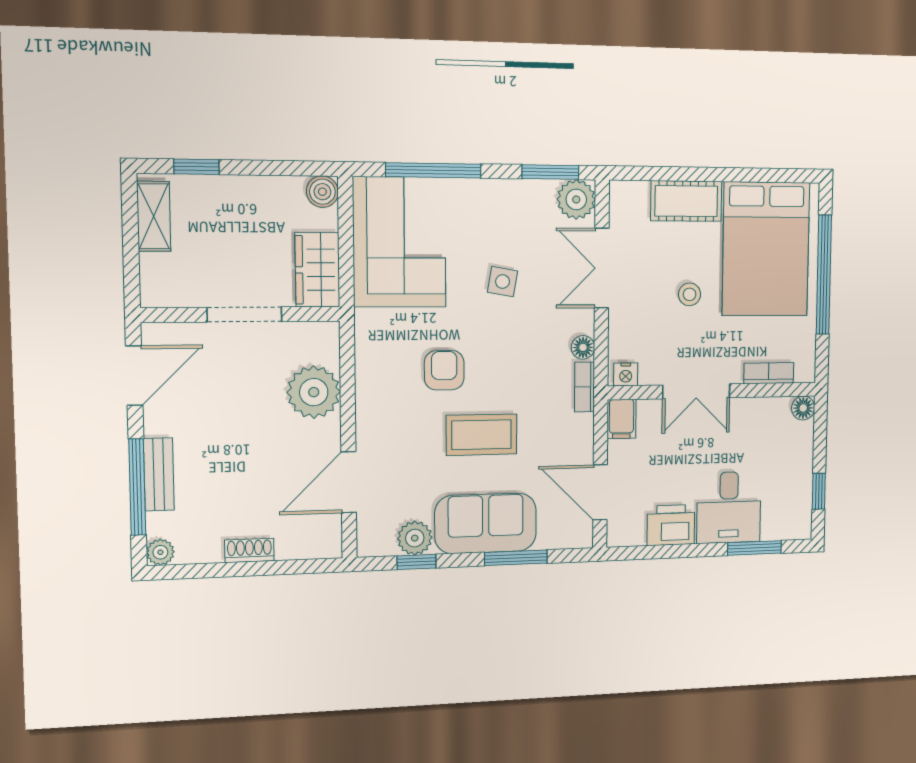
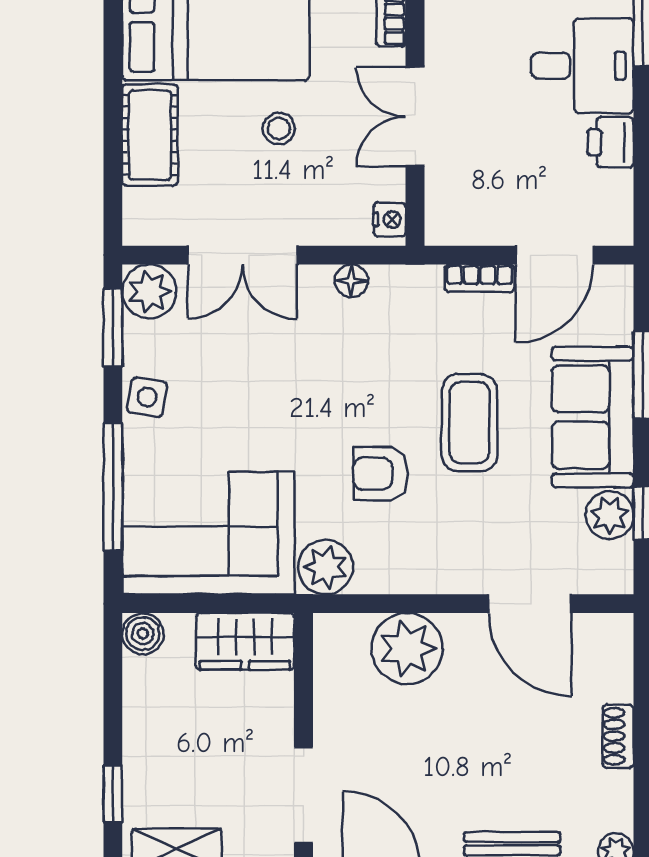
side table: (503, 282) -> (147, 397), moved
doorway: (245, 315) -> (303, 795), moved
plant: (375, 330) -> (326, 567), added
bookcase: (585, 387) -> (480, 278), moved
double door: (696, 391) -> (415, 117), swing flipped
filing cabinet: (621, 419) -> (452, 225), removed
printer: (671, 525) -> (610, 142), width x0.73, depth x0.81

